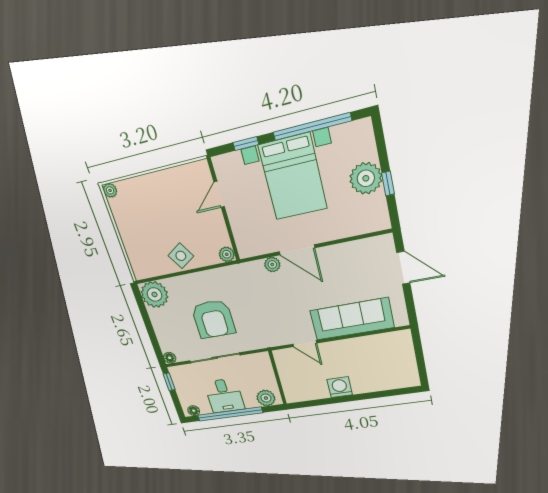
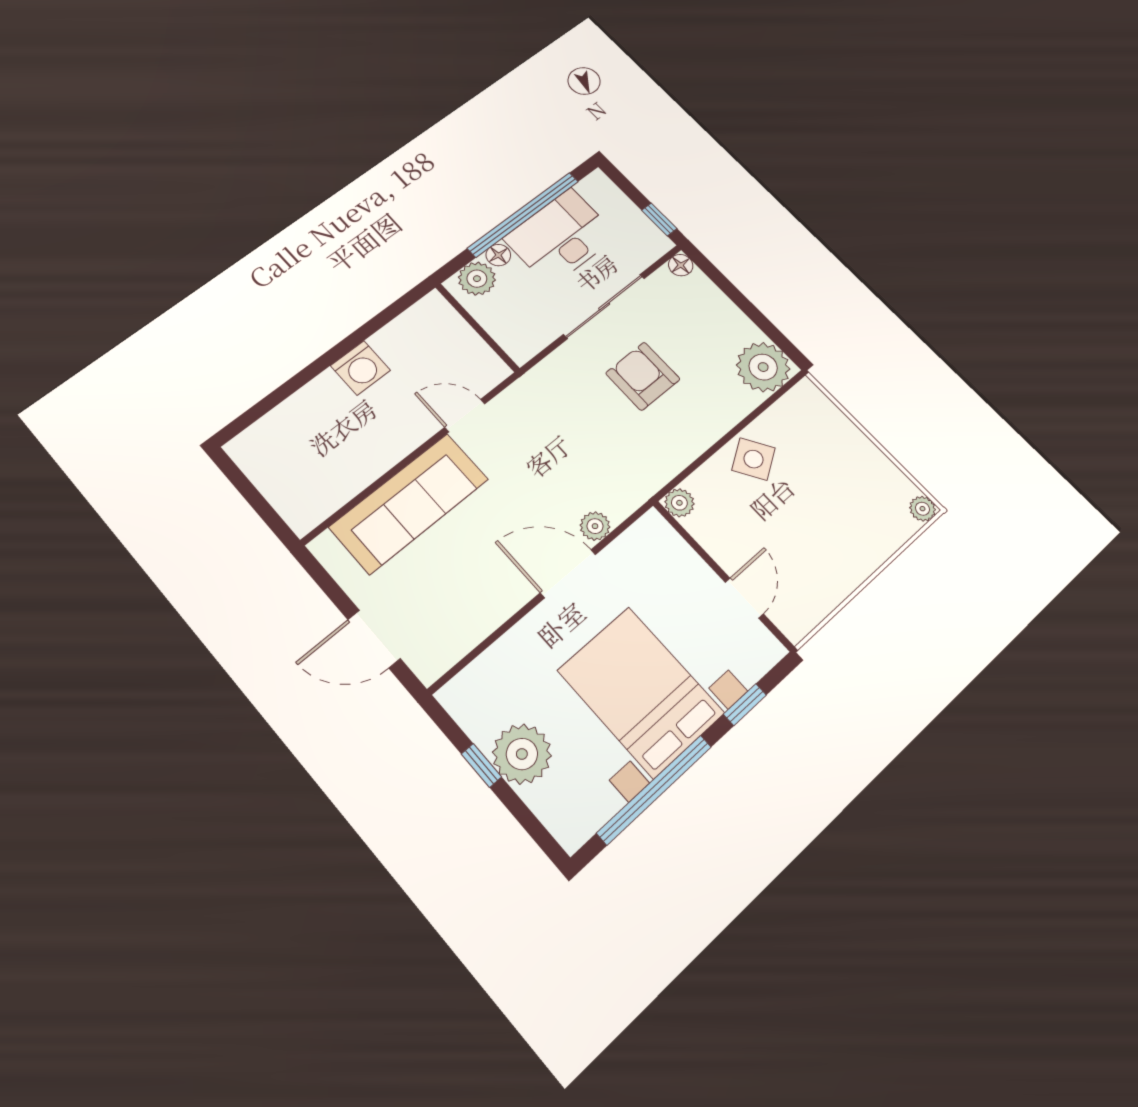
armchair: (213, 319) -> (643, 376), width x0.73, depth x0.73
desk: (224, 396) -> (561, 237), width x1.37
floor lamp: (194, 411) -> (498, 255), moved

